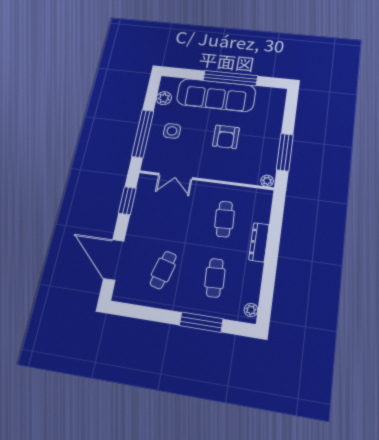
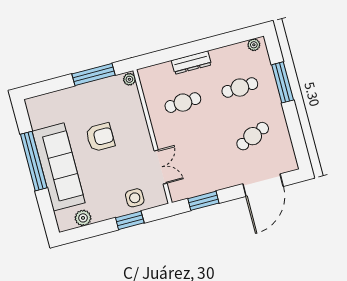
side table: (172, 131) -> (135, 198), moved
window: (143, 134) -> (130, 220), width x0.47
cafe table: (163, 270) -> (253, 136), turned -39

